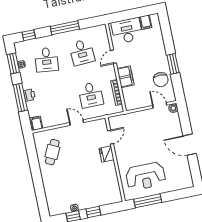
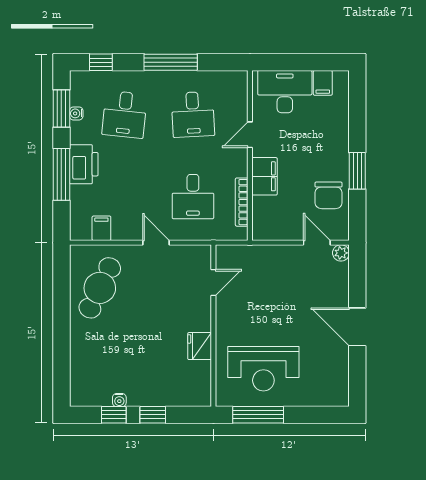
printer: (29, 95) -> (84, 164), width x1.87, depth x1.48
filing cabinet: (37, 123) -> (101, 228), moved
cafe table: (52, 152) -> (100, 288), width x1.37, depth x1.35
fridge: (107, 154) -> (200, 346), moved

